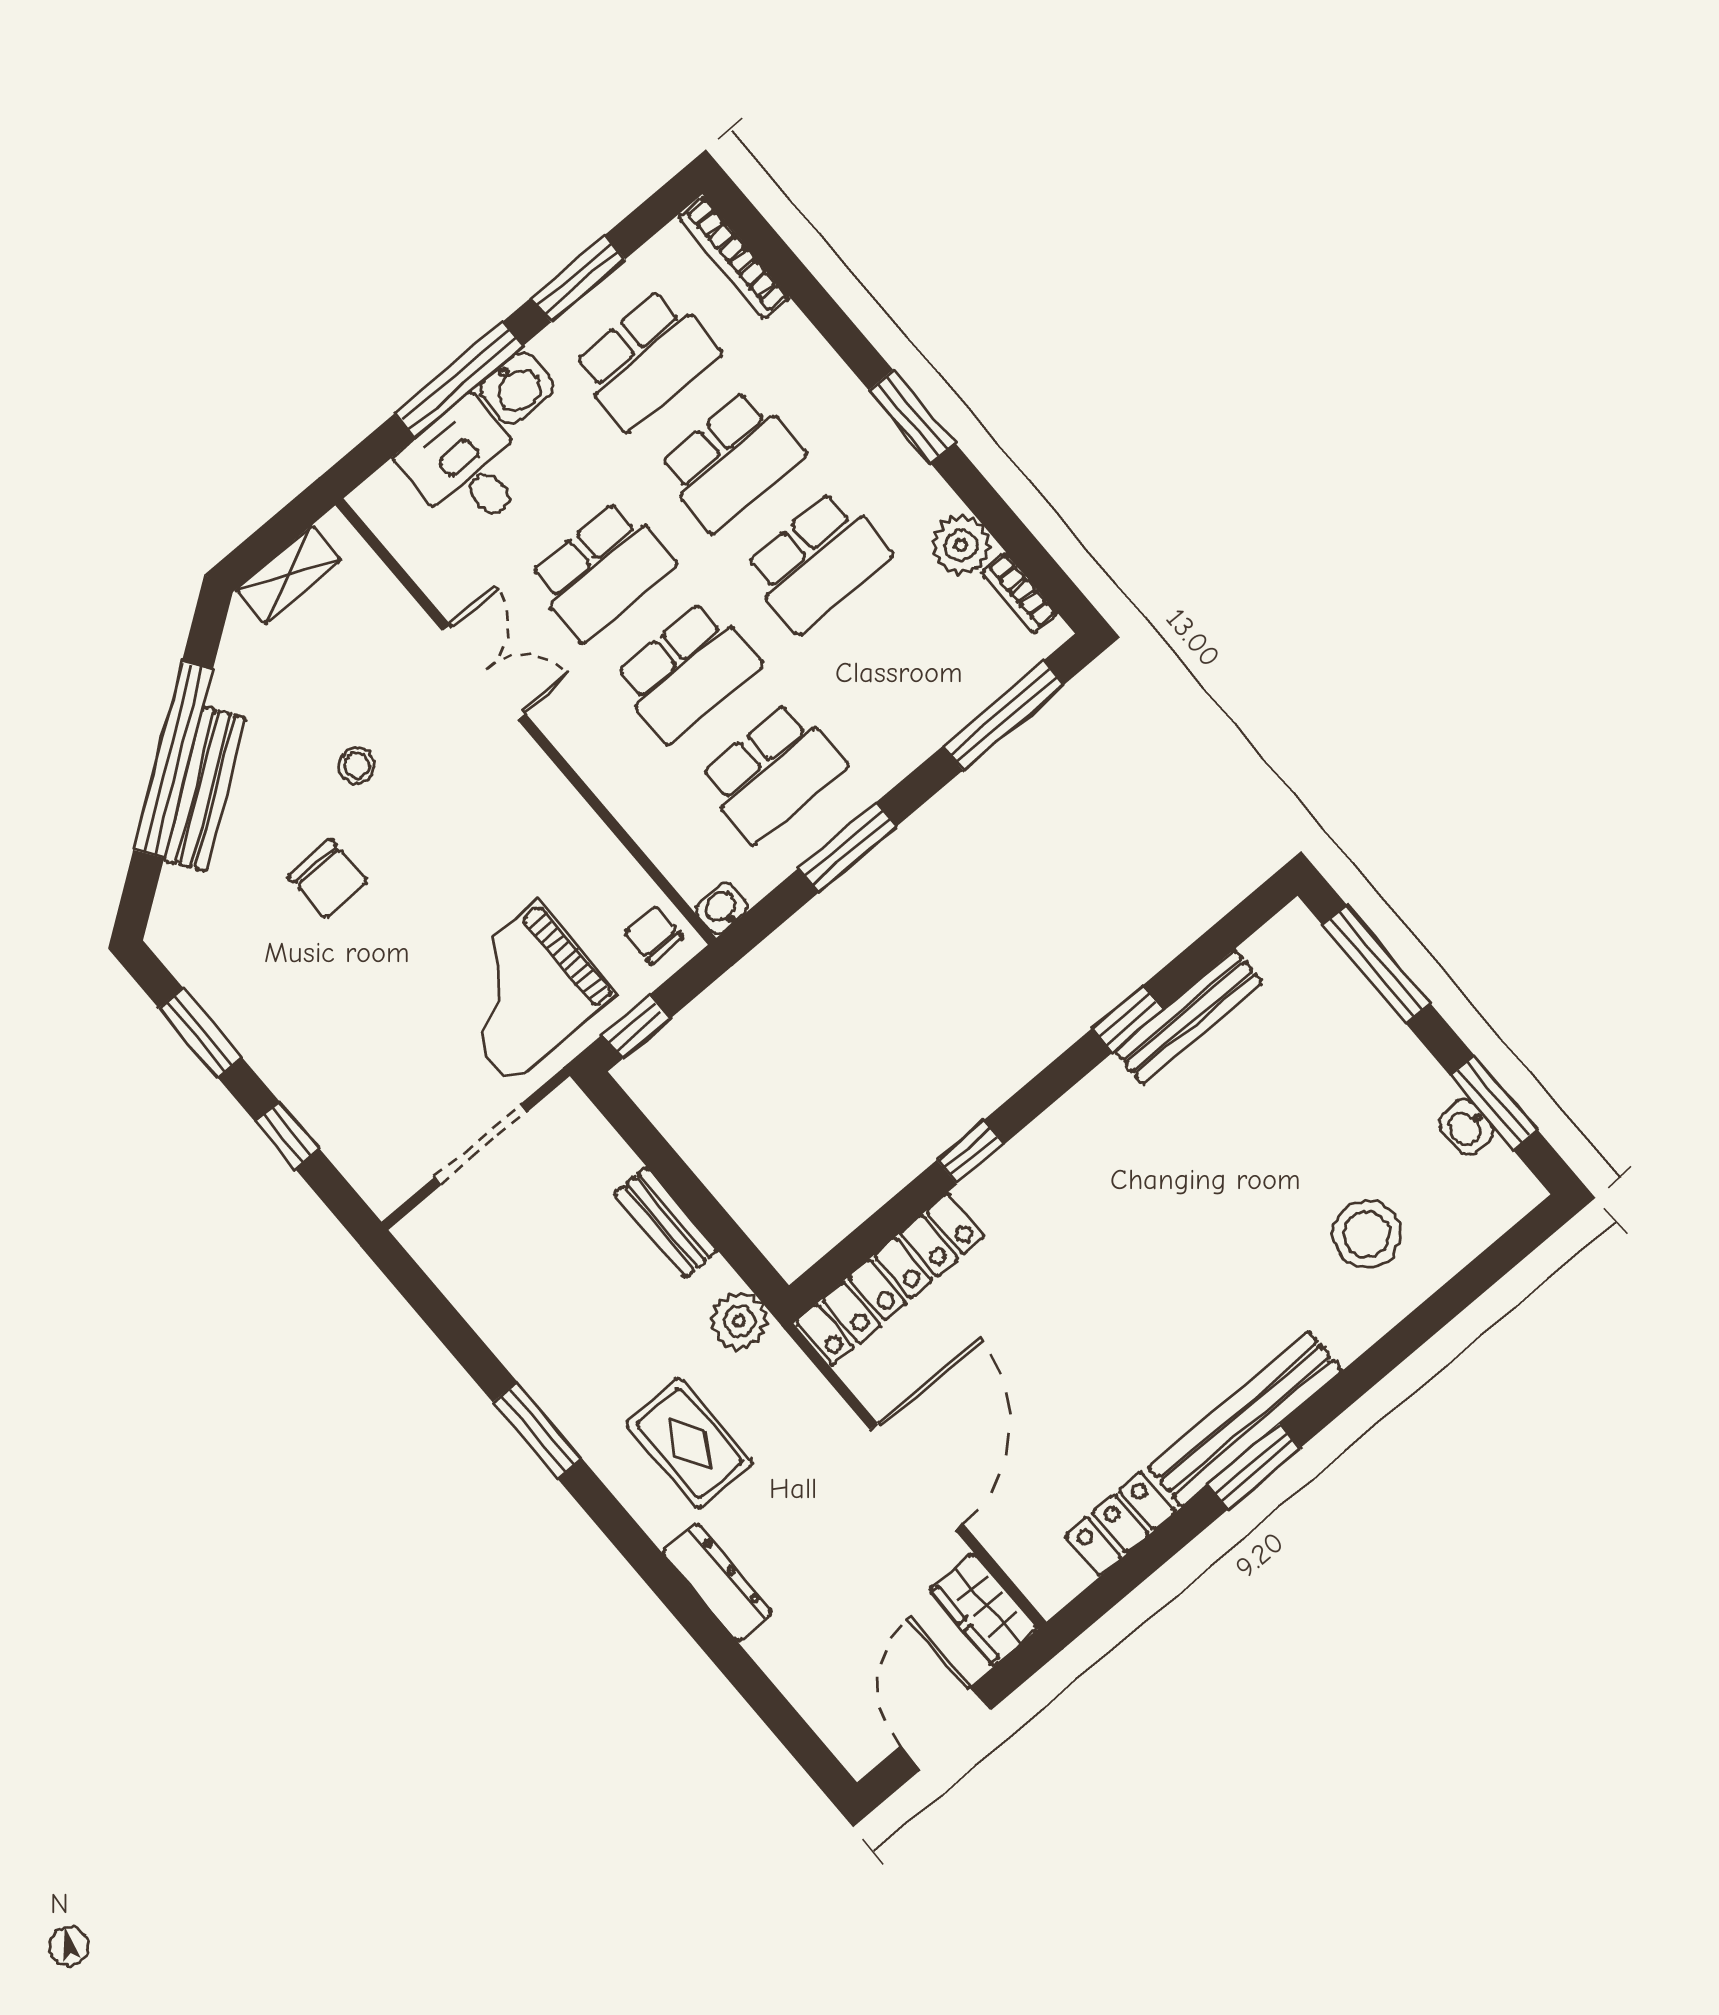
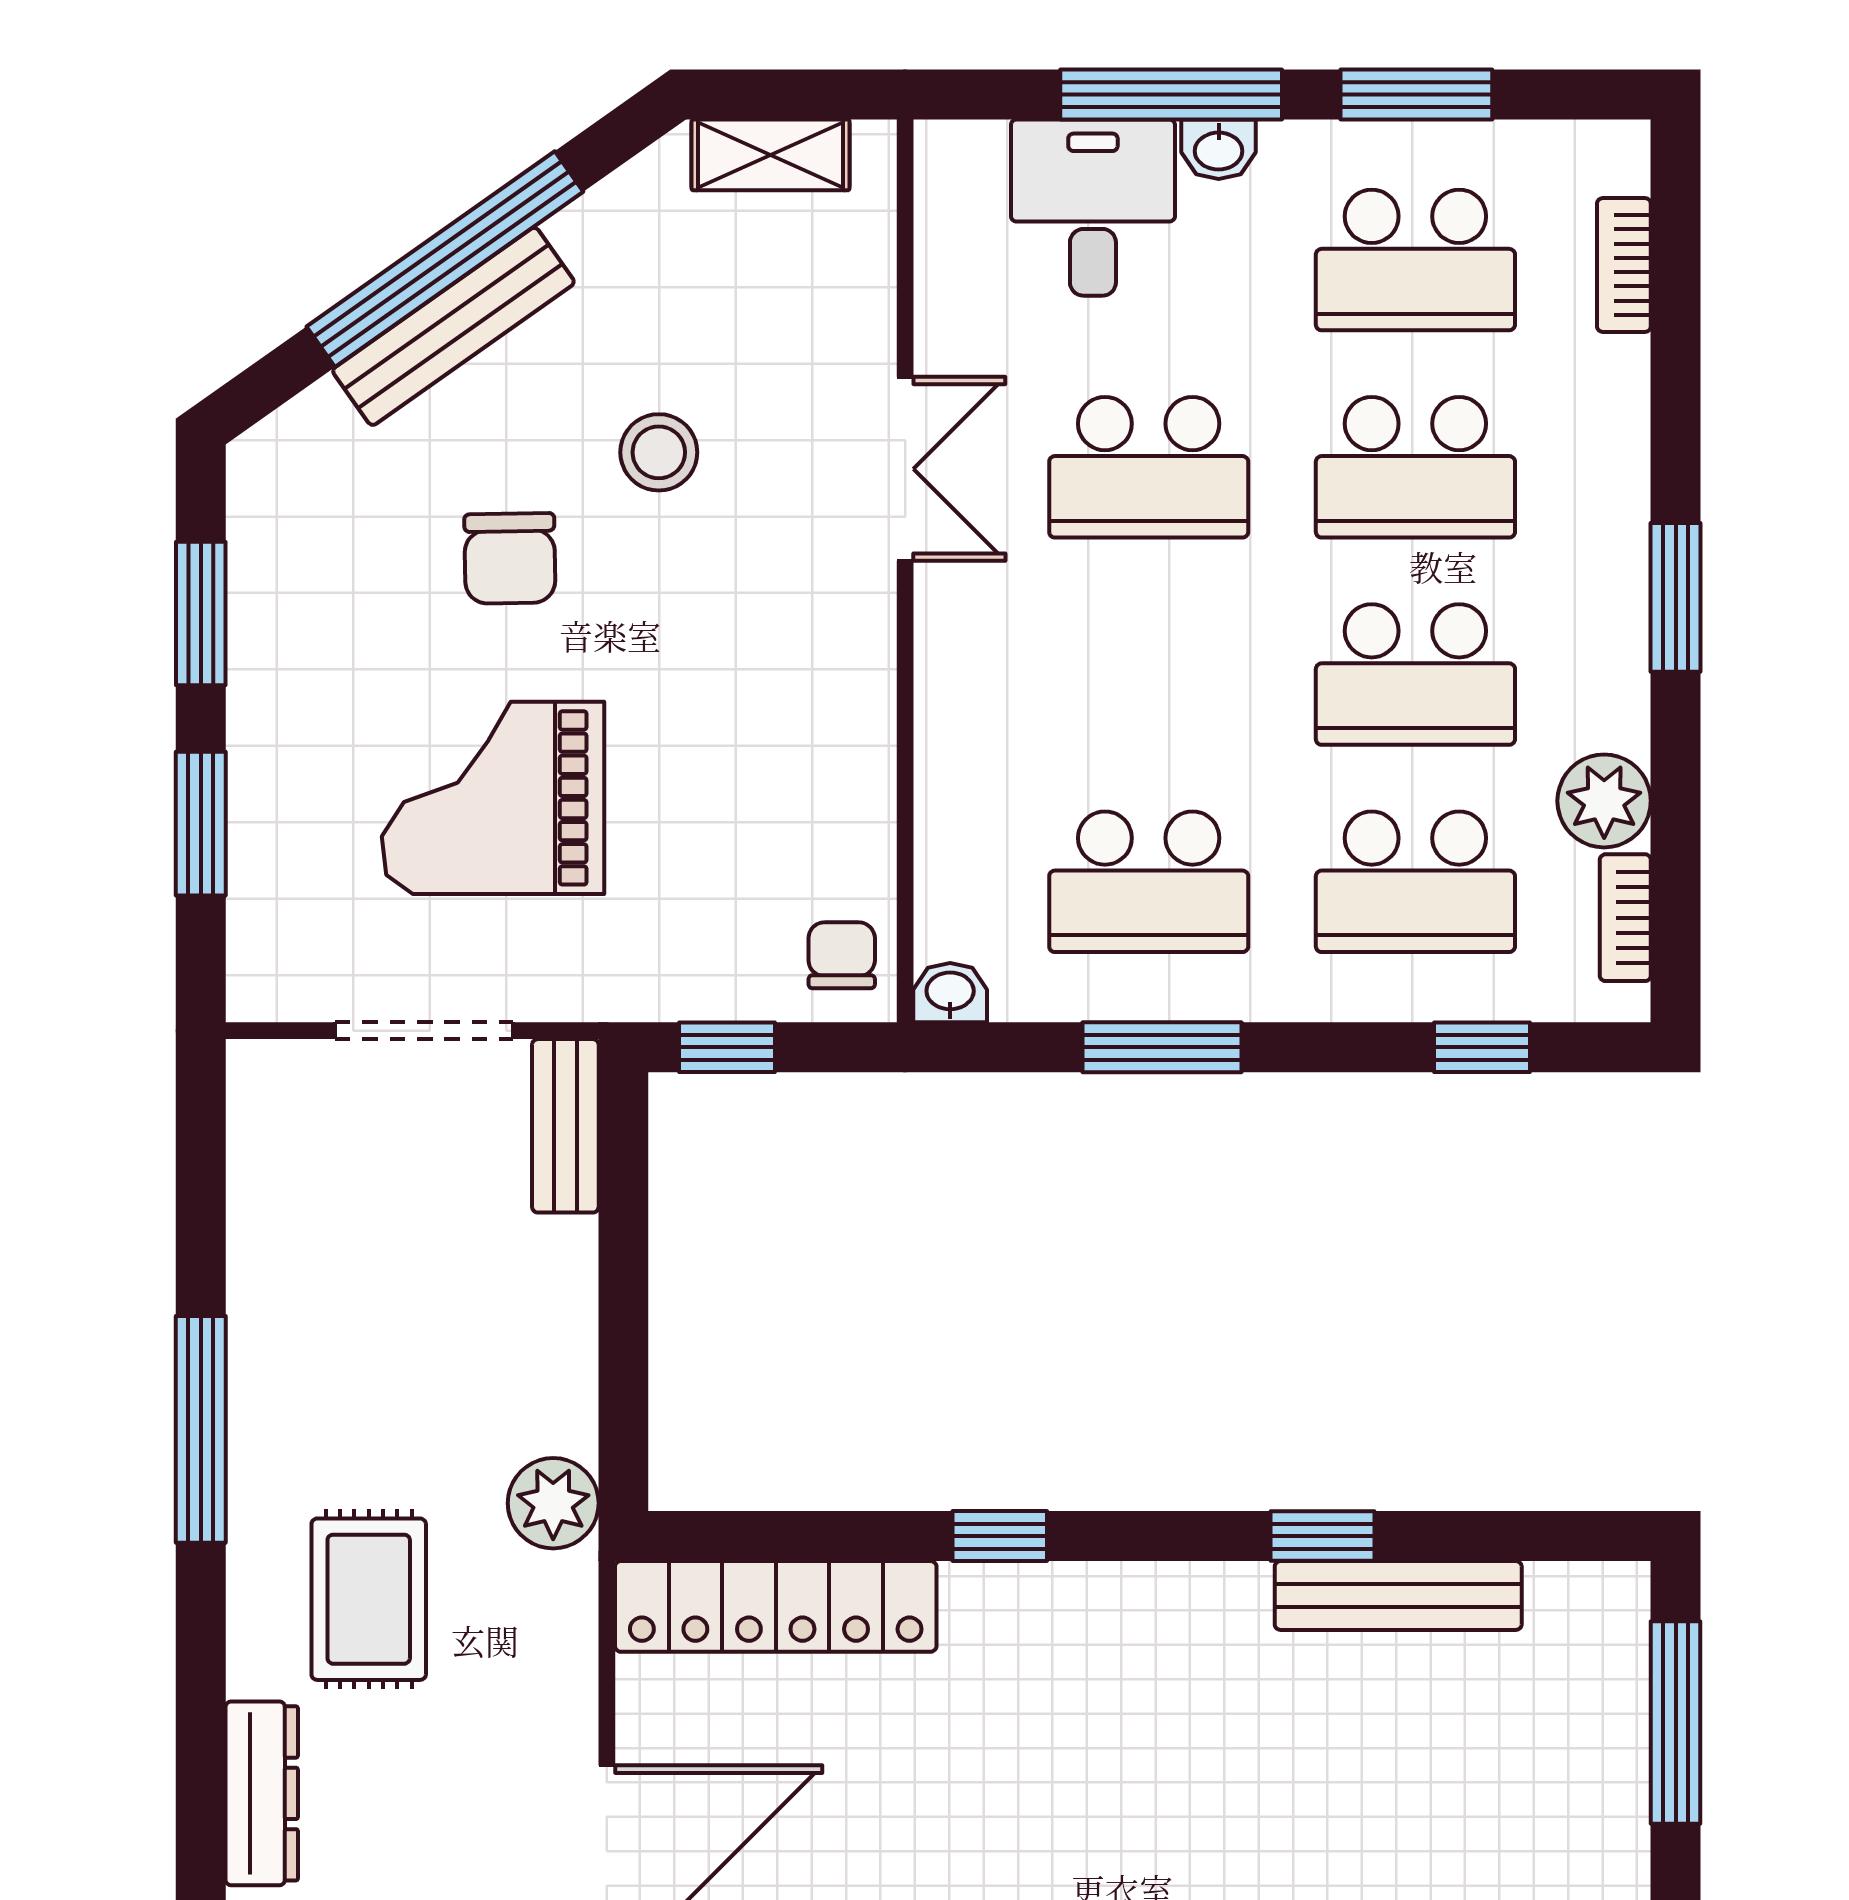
bookcase: (734, 258) -> (1624, 265), width x0.64
washbasin: (517, 388) -> (1219, 149), width x0.72, depth x0.69
school desk: (687, 671) -> (1415, 882), moved
window: (1003, 715) -> (1482, 1047), width x0.46
stool: (357, 766) -> (659, 452), width x1.37, depth x1.37
grand piano: (524, 993) -> (493, 798), moved
window: (287, 1135) -> (201, 824), width x1.50
bench: (666, 1222) -> (565, 1126), moved
window: (537, 1430) -> (201, 1429), width x1.44

